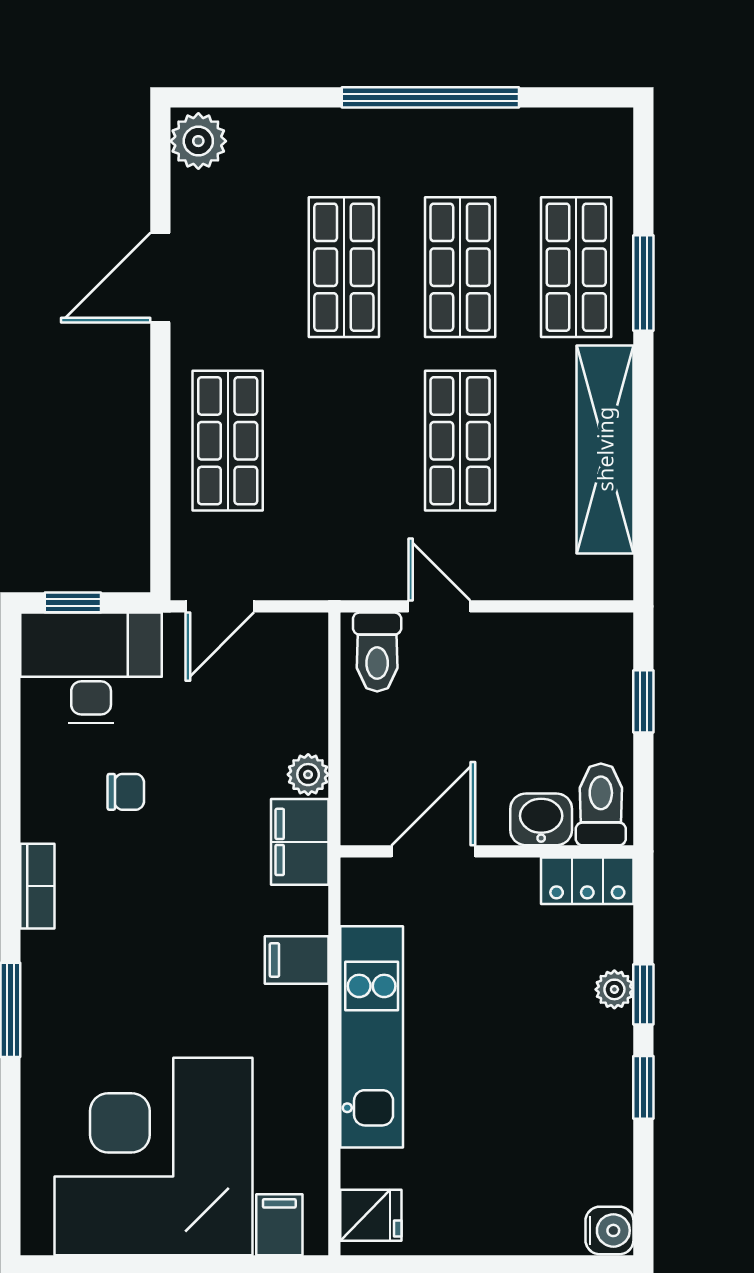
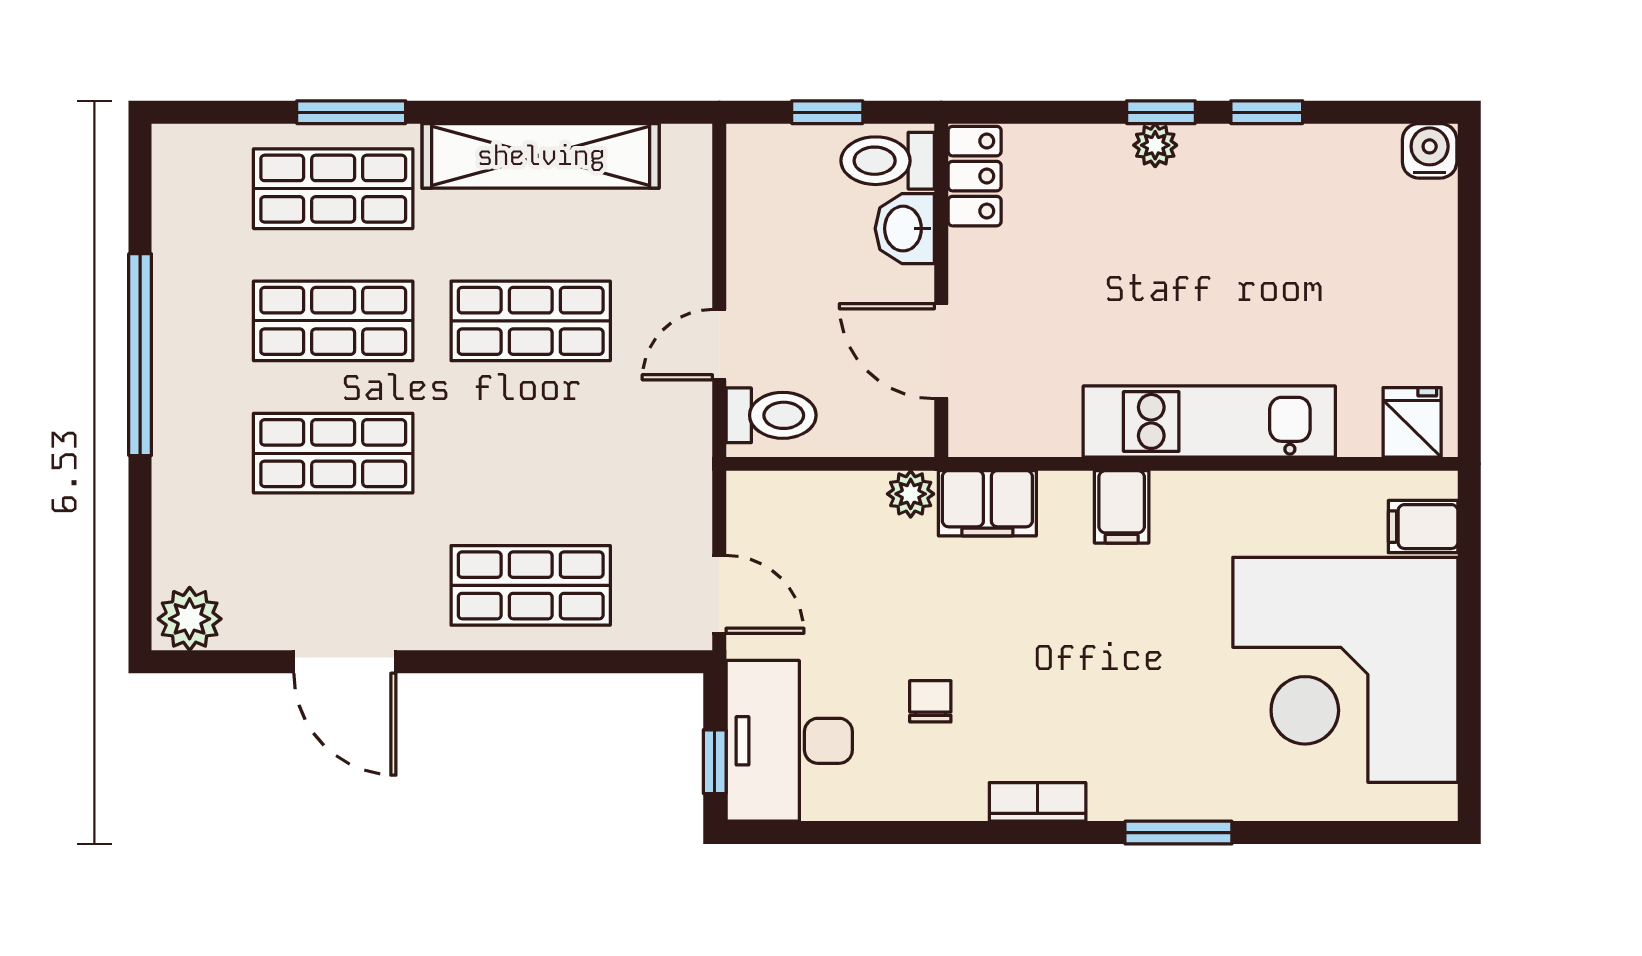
toilet: (601, 804) -> (888, 161), moved
washbasin: (541, 819) -> (905, 229), moved
door: (433, 851) -> (941, 351), moved
wall: (487, 851) -> (941, 290), moved
locker: (587, 881) -> (975, 176), moved

